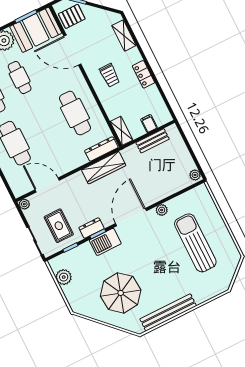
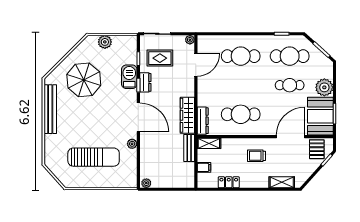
locker: (143, 74) -> (229, 182), moved
bench: (152, 141) -> (189, 148), moved
barbecue: (105, 242) -> (129, 77), moved
plant: (64, 277) -> (105, 42), moved

